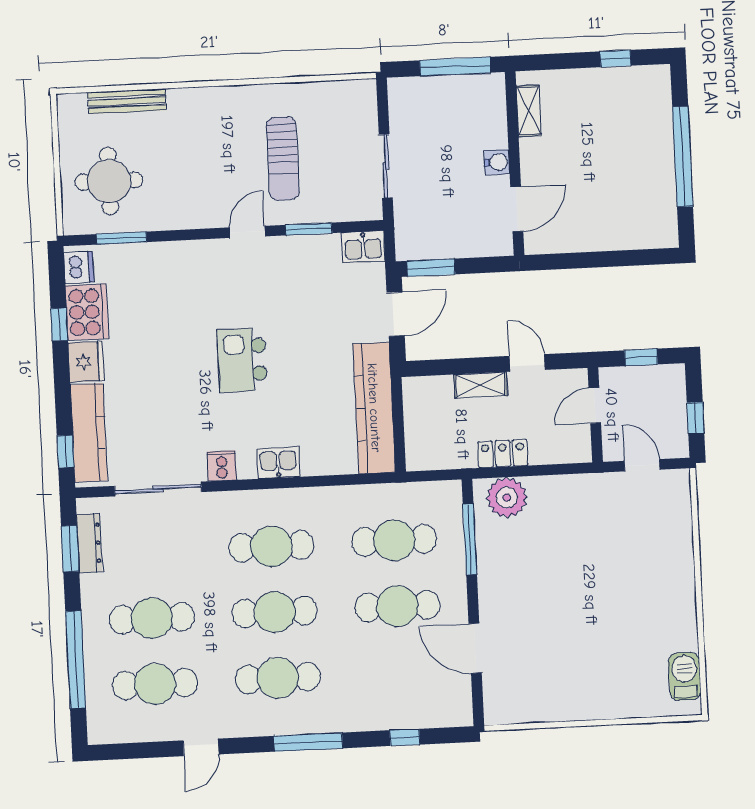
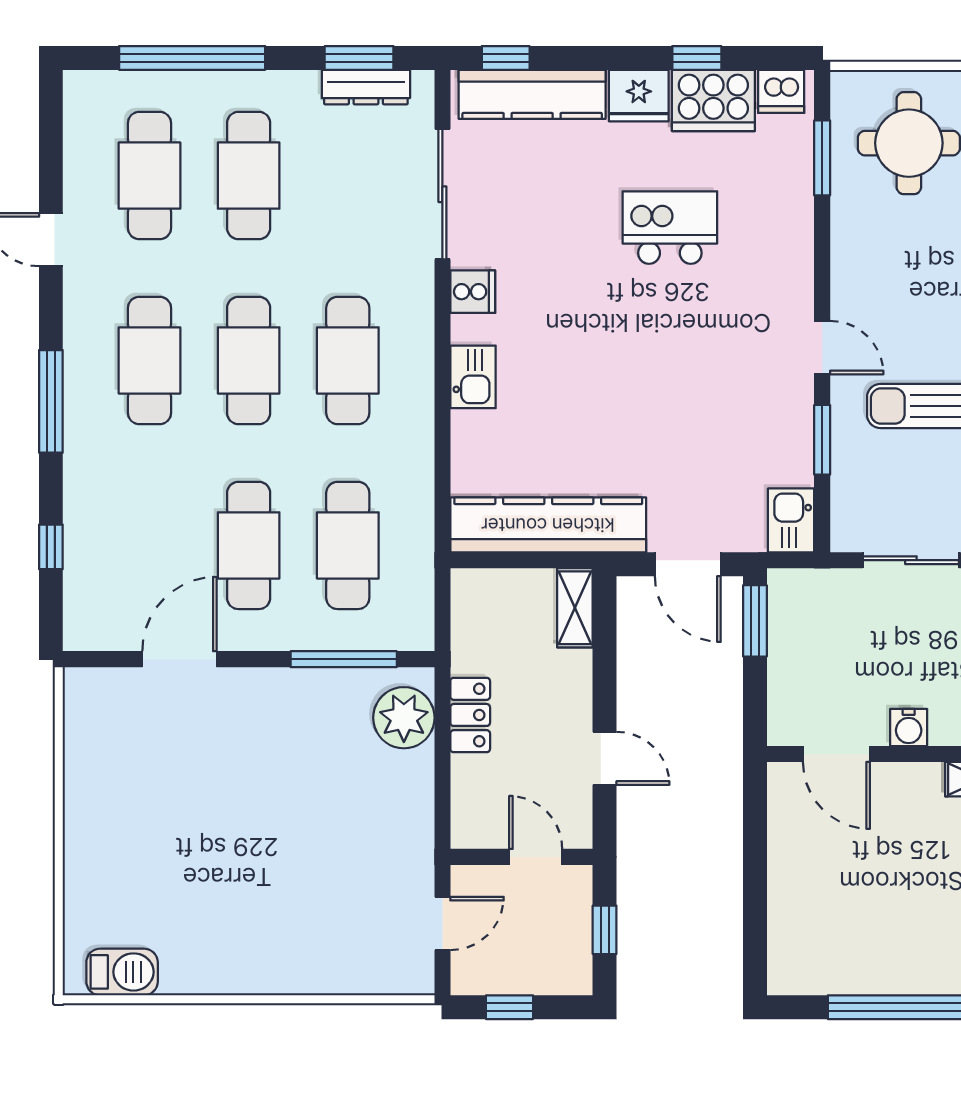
kitchen island: (242, 360) -> (670, 228), moved
door: (527, 363) -> (605, 758), hinge flipped
shelving: (480, 385) -> (575, 608), moved

